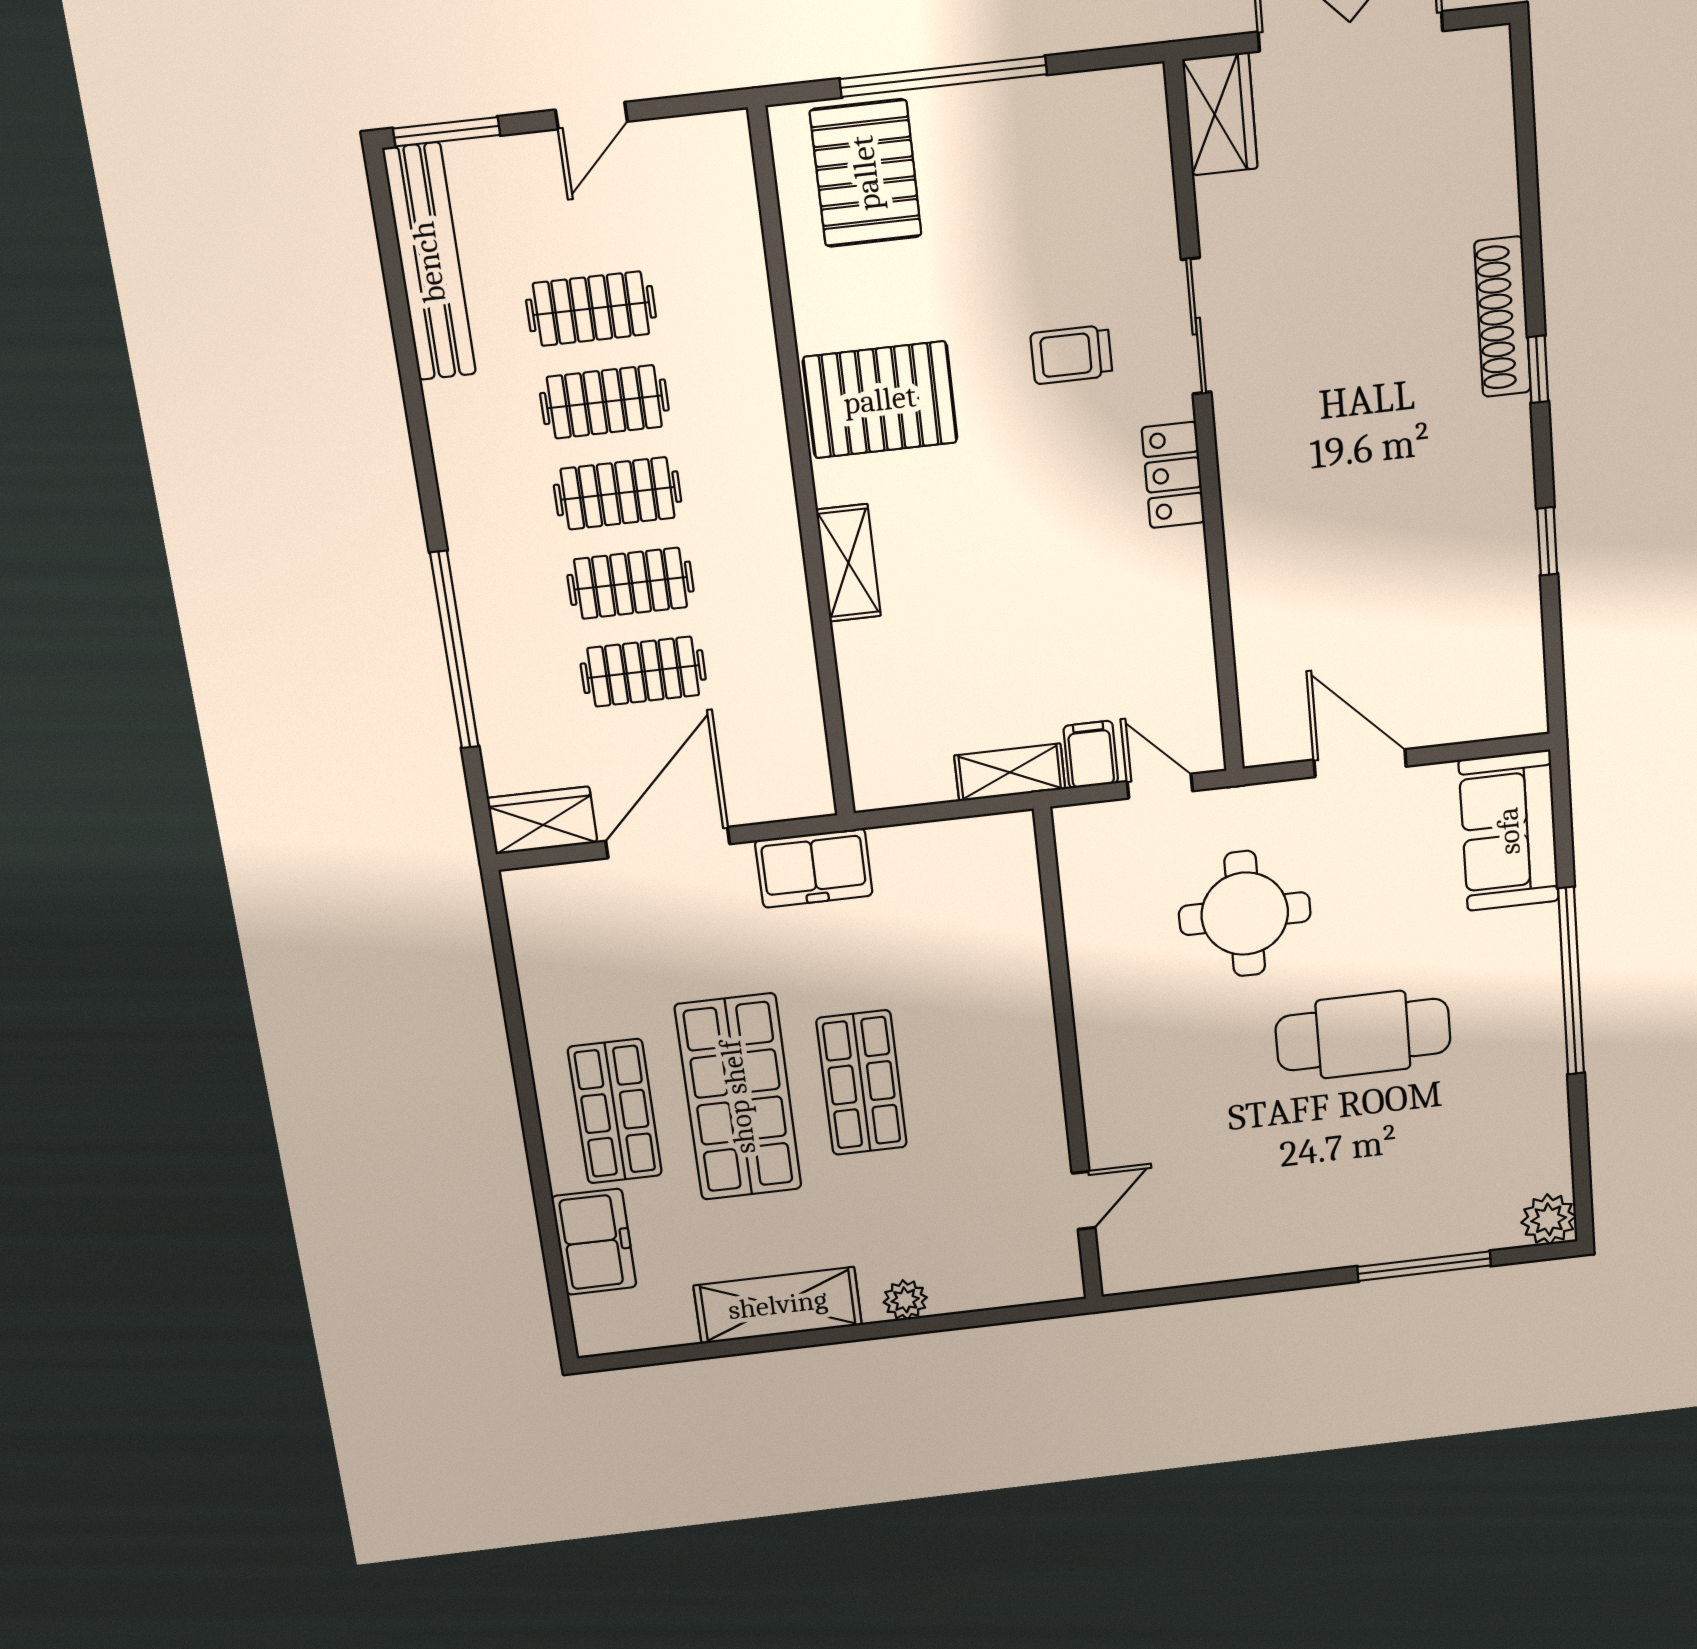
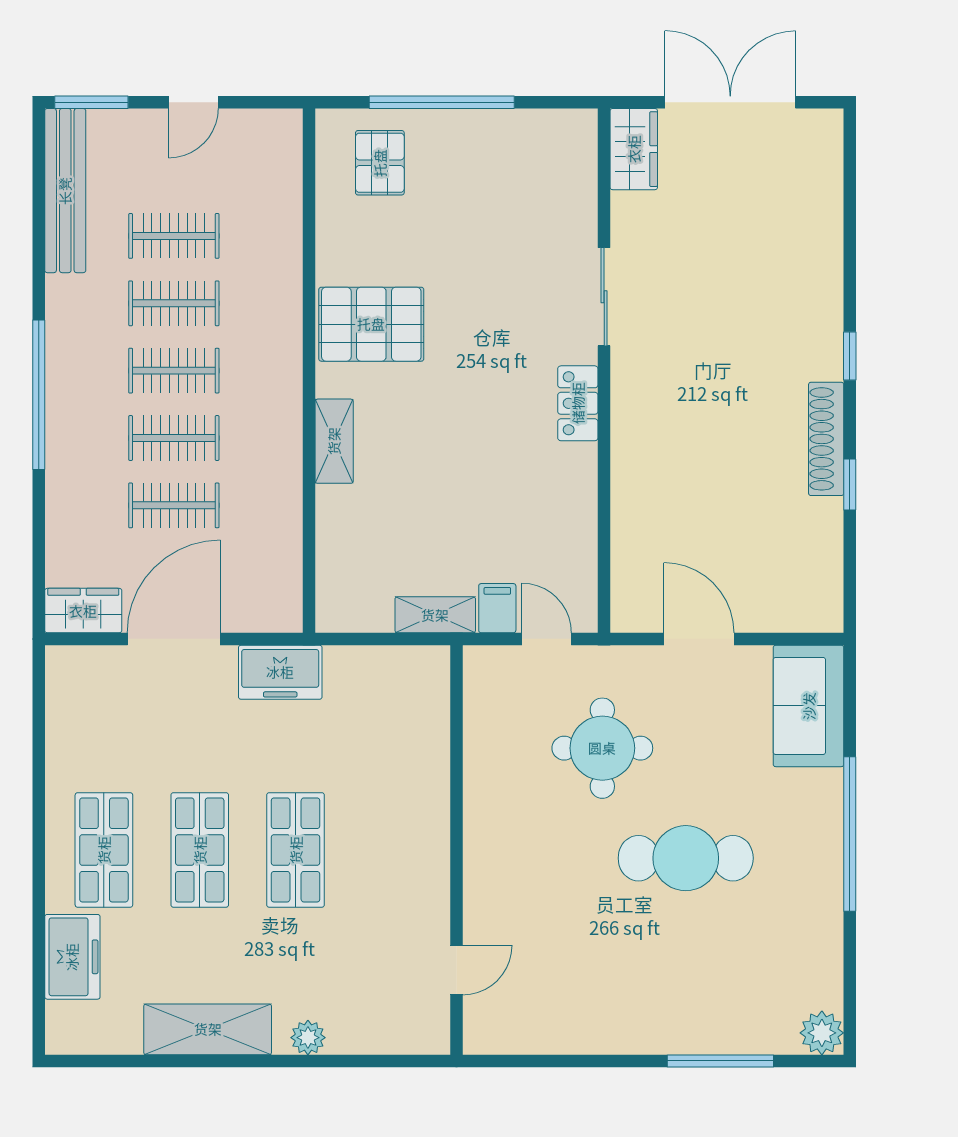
pallet: (866, 173) -> (380, 163), width x0.67, depth x0.71
shoe rack: (1503, 317) -> (826, 439), moved
trolley: (1071, 355) -> (512, 307), removed
window: (454, 650) -> (39, 395), moved
shop shelf: (738, 1097) -> (200, 850), width x0.70, depth x0.74

